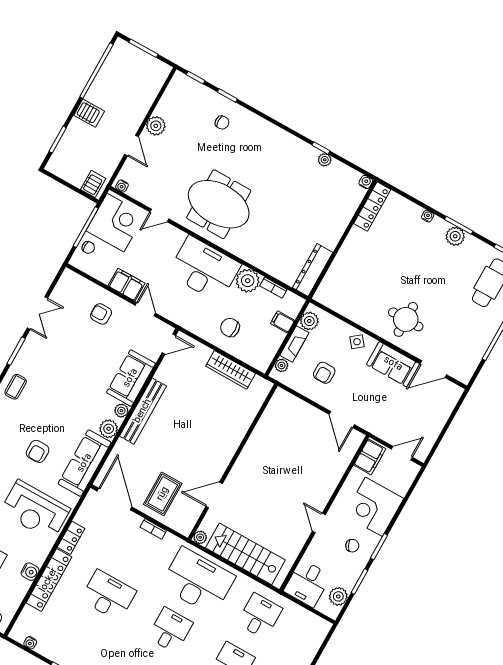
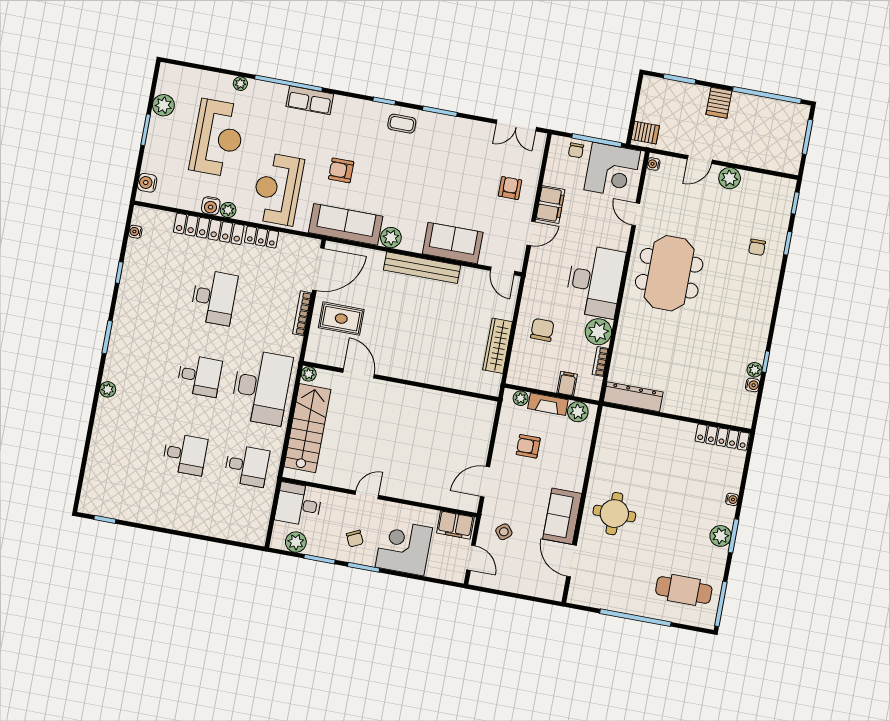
water cooler: (366, 182) -> (753, 385), moved
double door: (37, 313) -> (516, 125), moved
side table: (357, 342) -> (504, 532), moved
plant: (121, 411) -> (228, 210), moved
bookcase: (153, 529) -> (302, 313), width x1.56

